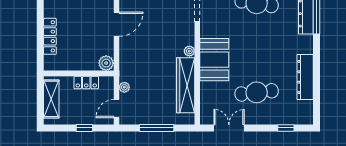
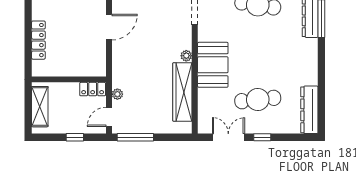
plant: (106, 63) -> (98, 68), removed
dresser: (305, 77) -> (309, 110), moved
locker: (86, 83) -> (93, 89), moved
window: (157, 128) -> (135, 137), moved
window: (286, 128) -> (262, 137), moved

